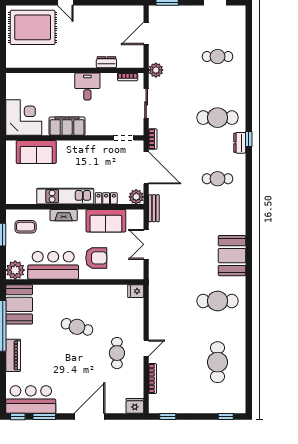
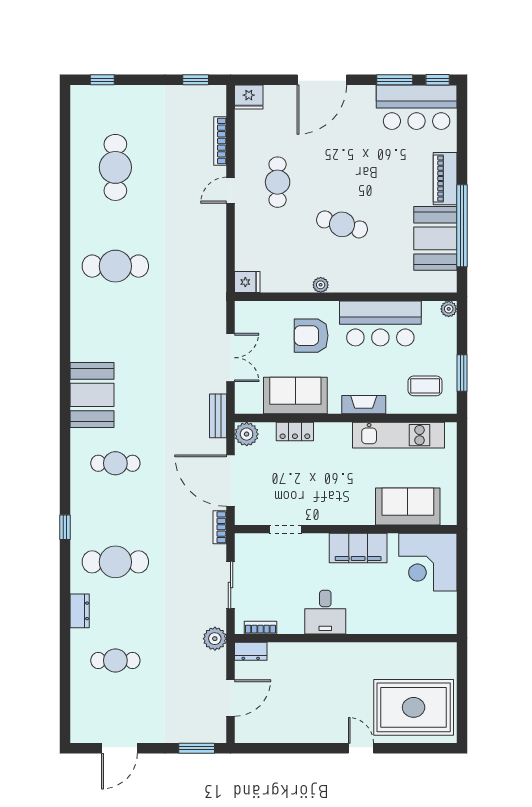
dresser: (106, 62) -> (251, 651), moved
doorway: (124, 138) -> (286, 529), moved
dresser: (240, 143) -> (80, 611), moved
kitchen unit: (65, 196) -> (398, 435), moved
booth: (232, 256) -> (92, 395), moved
plant: (15, 270) -> (449, 309), width x0.53, depth x0.53
plant: (90, 289) -> (321, 285), added
booth: (19, 304) -> (435, 238), moved

